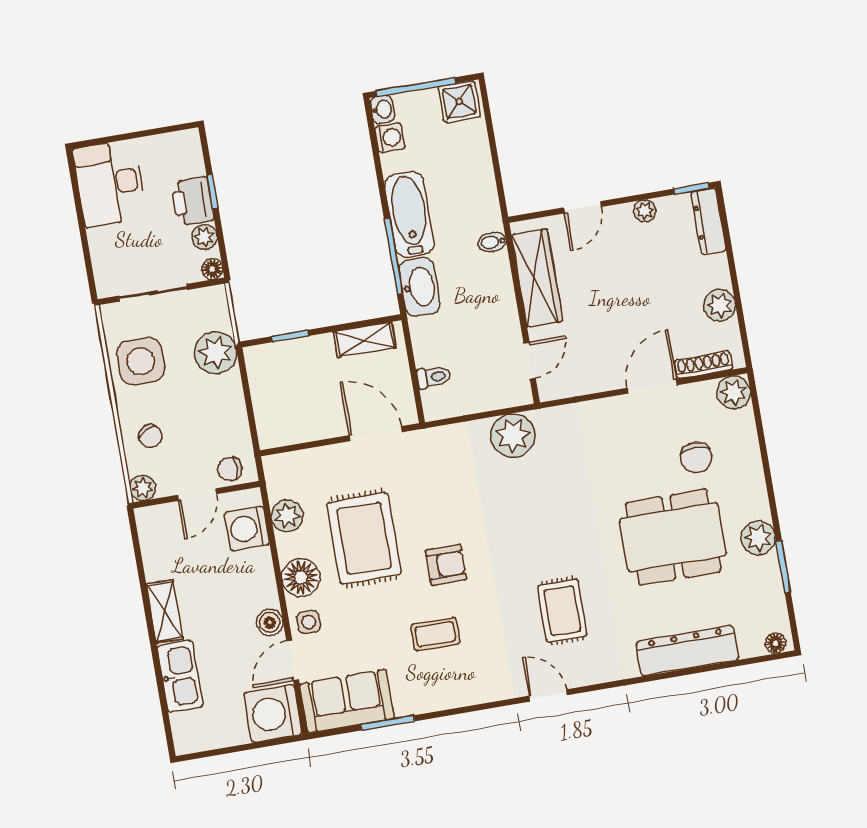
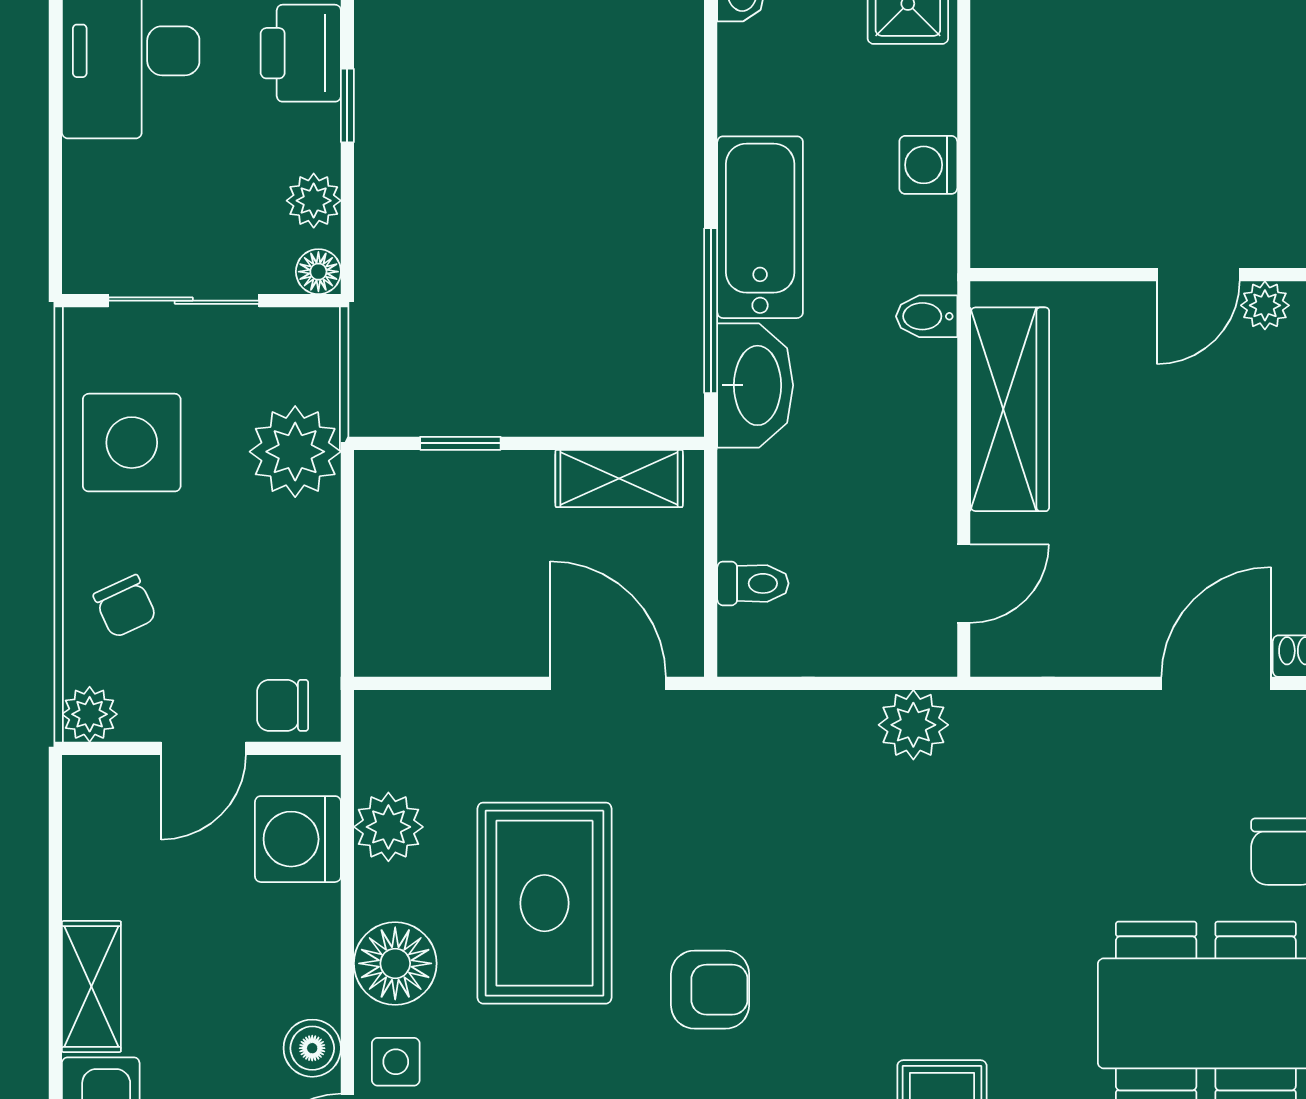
washing machine: (390, 138) -> (928, 165), moved, turned 180
printer: (192, 201) -> (301, 53), moved
door: (583, 207) -> (1198, 275), moved
plant: (513, 436) -> (913, 725), width x0.73, depth x0.73

